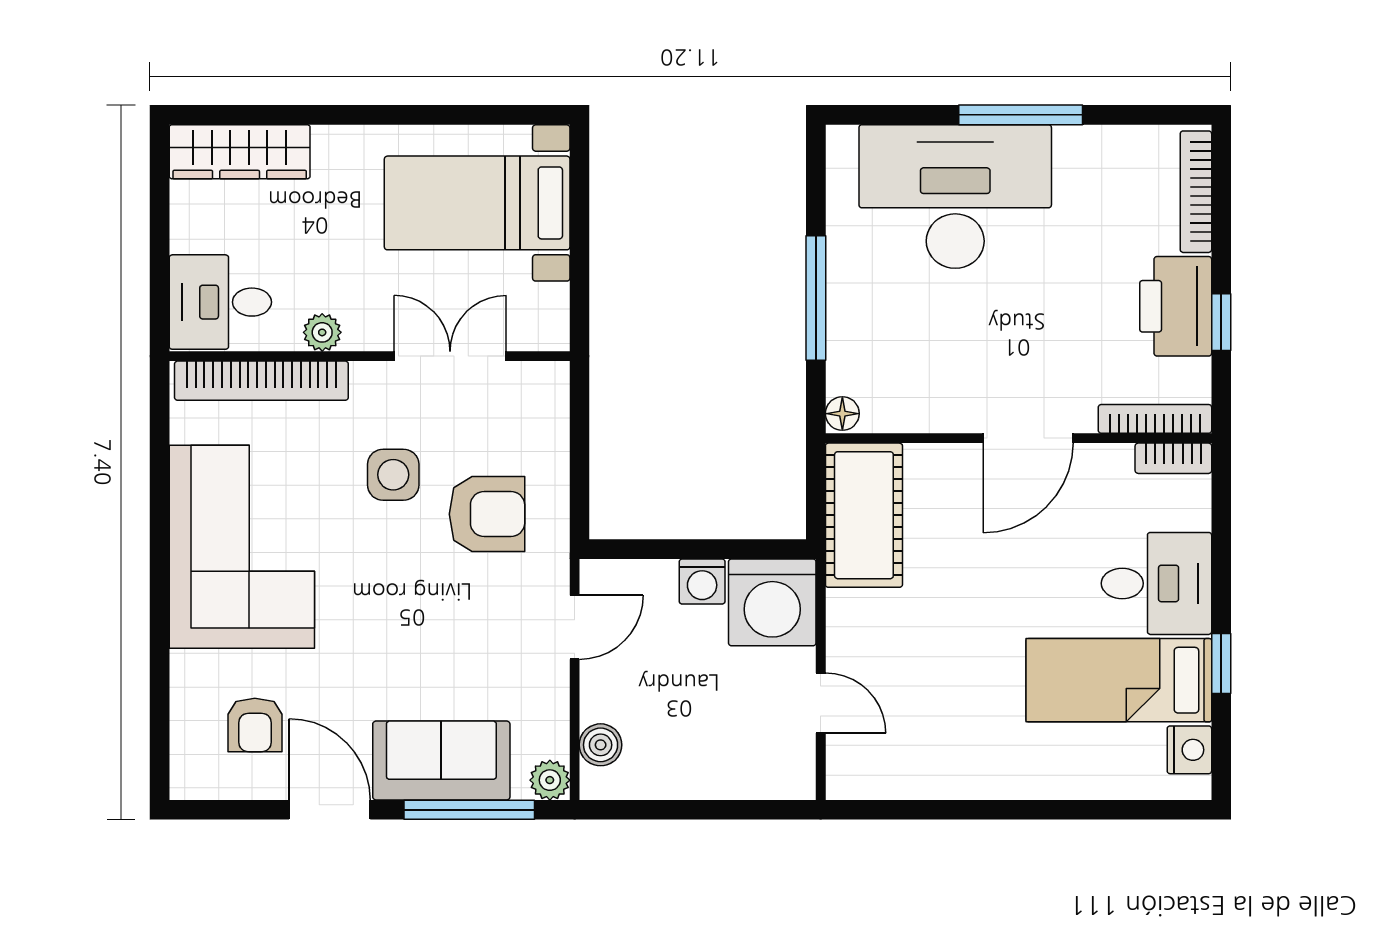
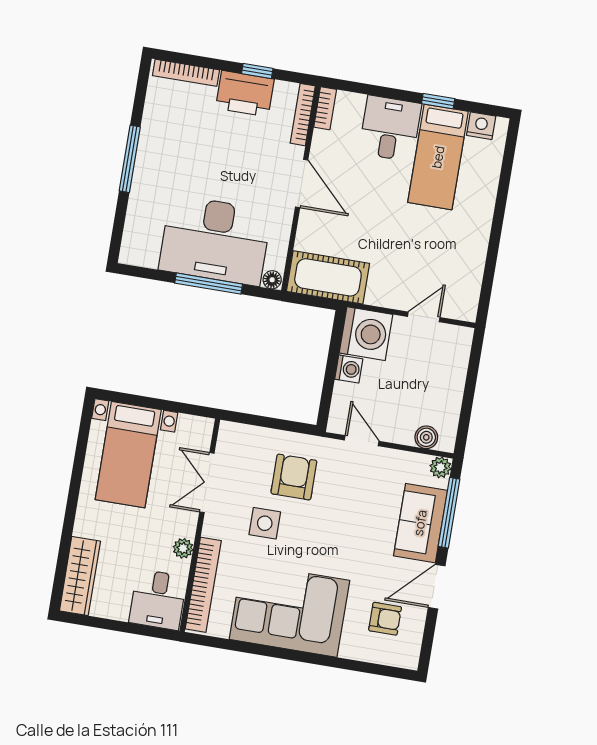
desk: (955, 196) -> (215, 240), moved, turned -90

